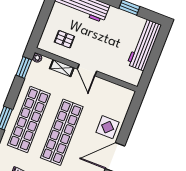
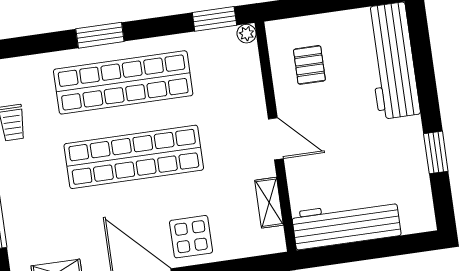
workbench: (144, 45) -> (346, 224), moved
shelving: (62, 68) -> (269, 203), moved
door: (87, 70) -> (276, 139), swing flipped

